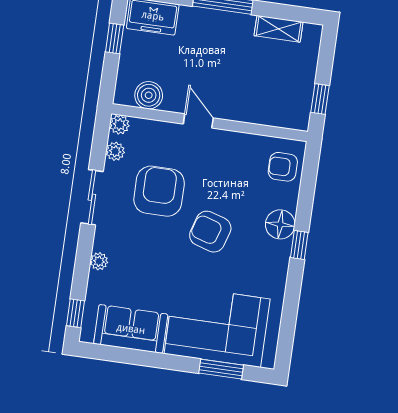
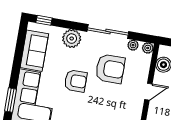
sliding door: (92, 197) -> (108, 31), width x1.37
armchair: (210, 232) -> (76, 81), moved, turned 73
plant: (99, 261) -> (72, 39), width x1.88, depth x1.88

